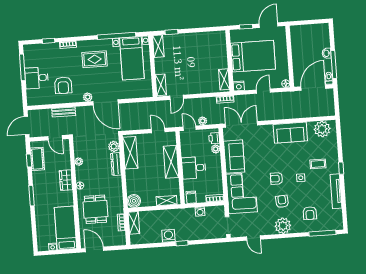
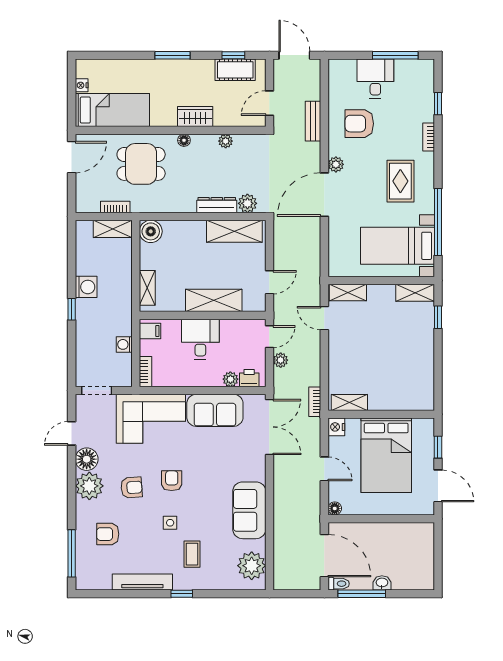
floor lamp: (268, 228) -> (87, 459), added

